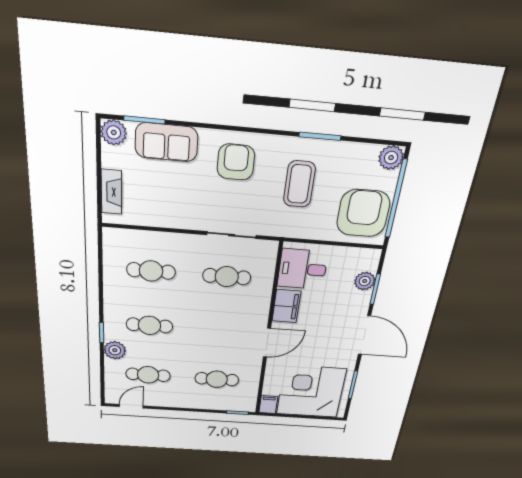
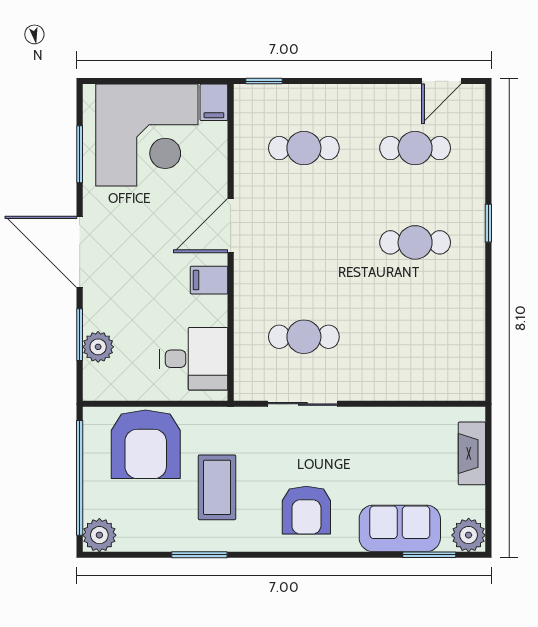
armchair: (363, 213) -> (146, 444), moved
cafe table: (151, 271) -> (415, 337), removed
filing cabinet: (286, 306) -> (209, 280), width x0.50
plant: (115, 350) -> (468, 192), removed

